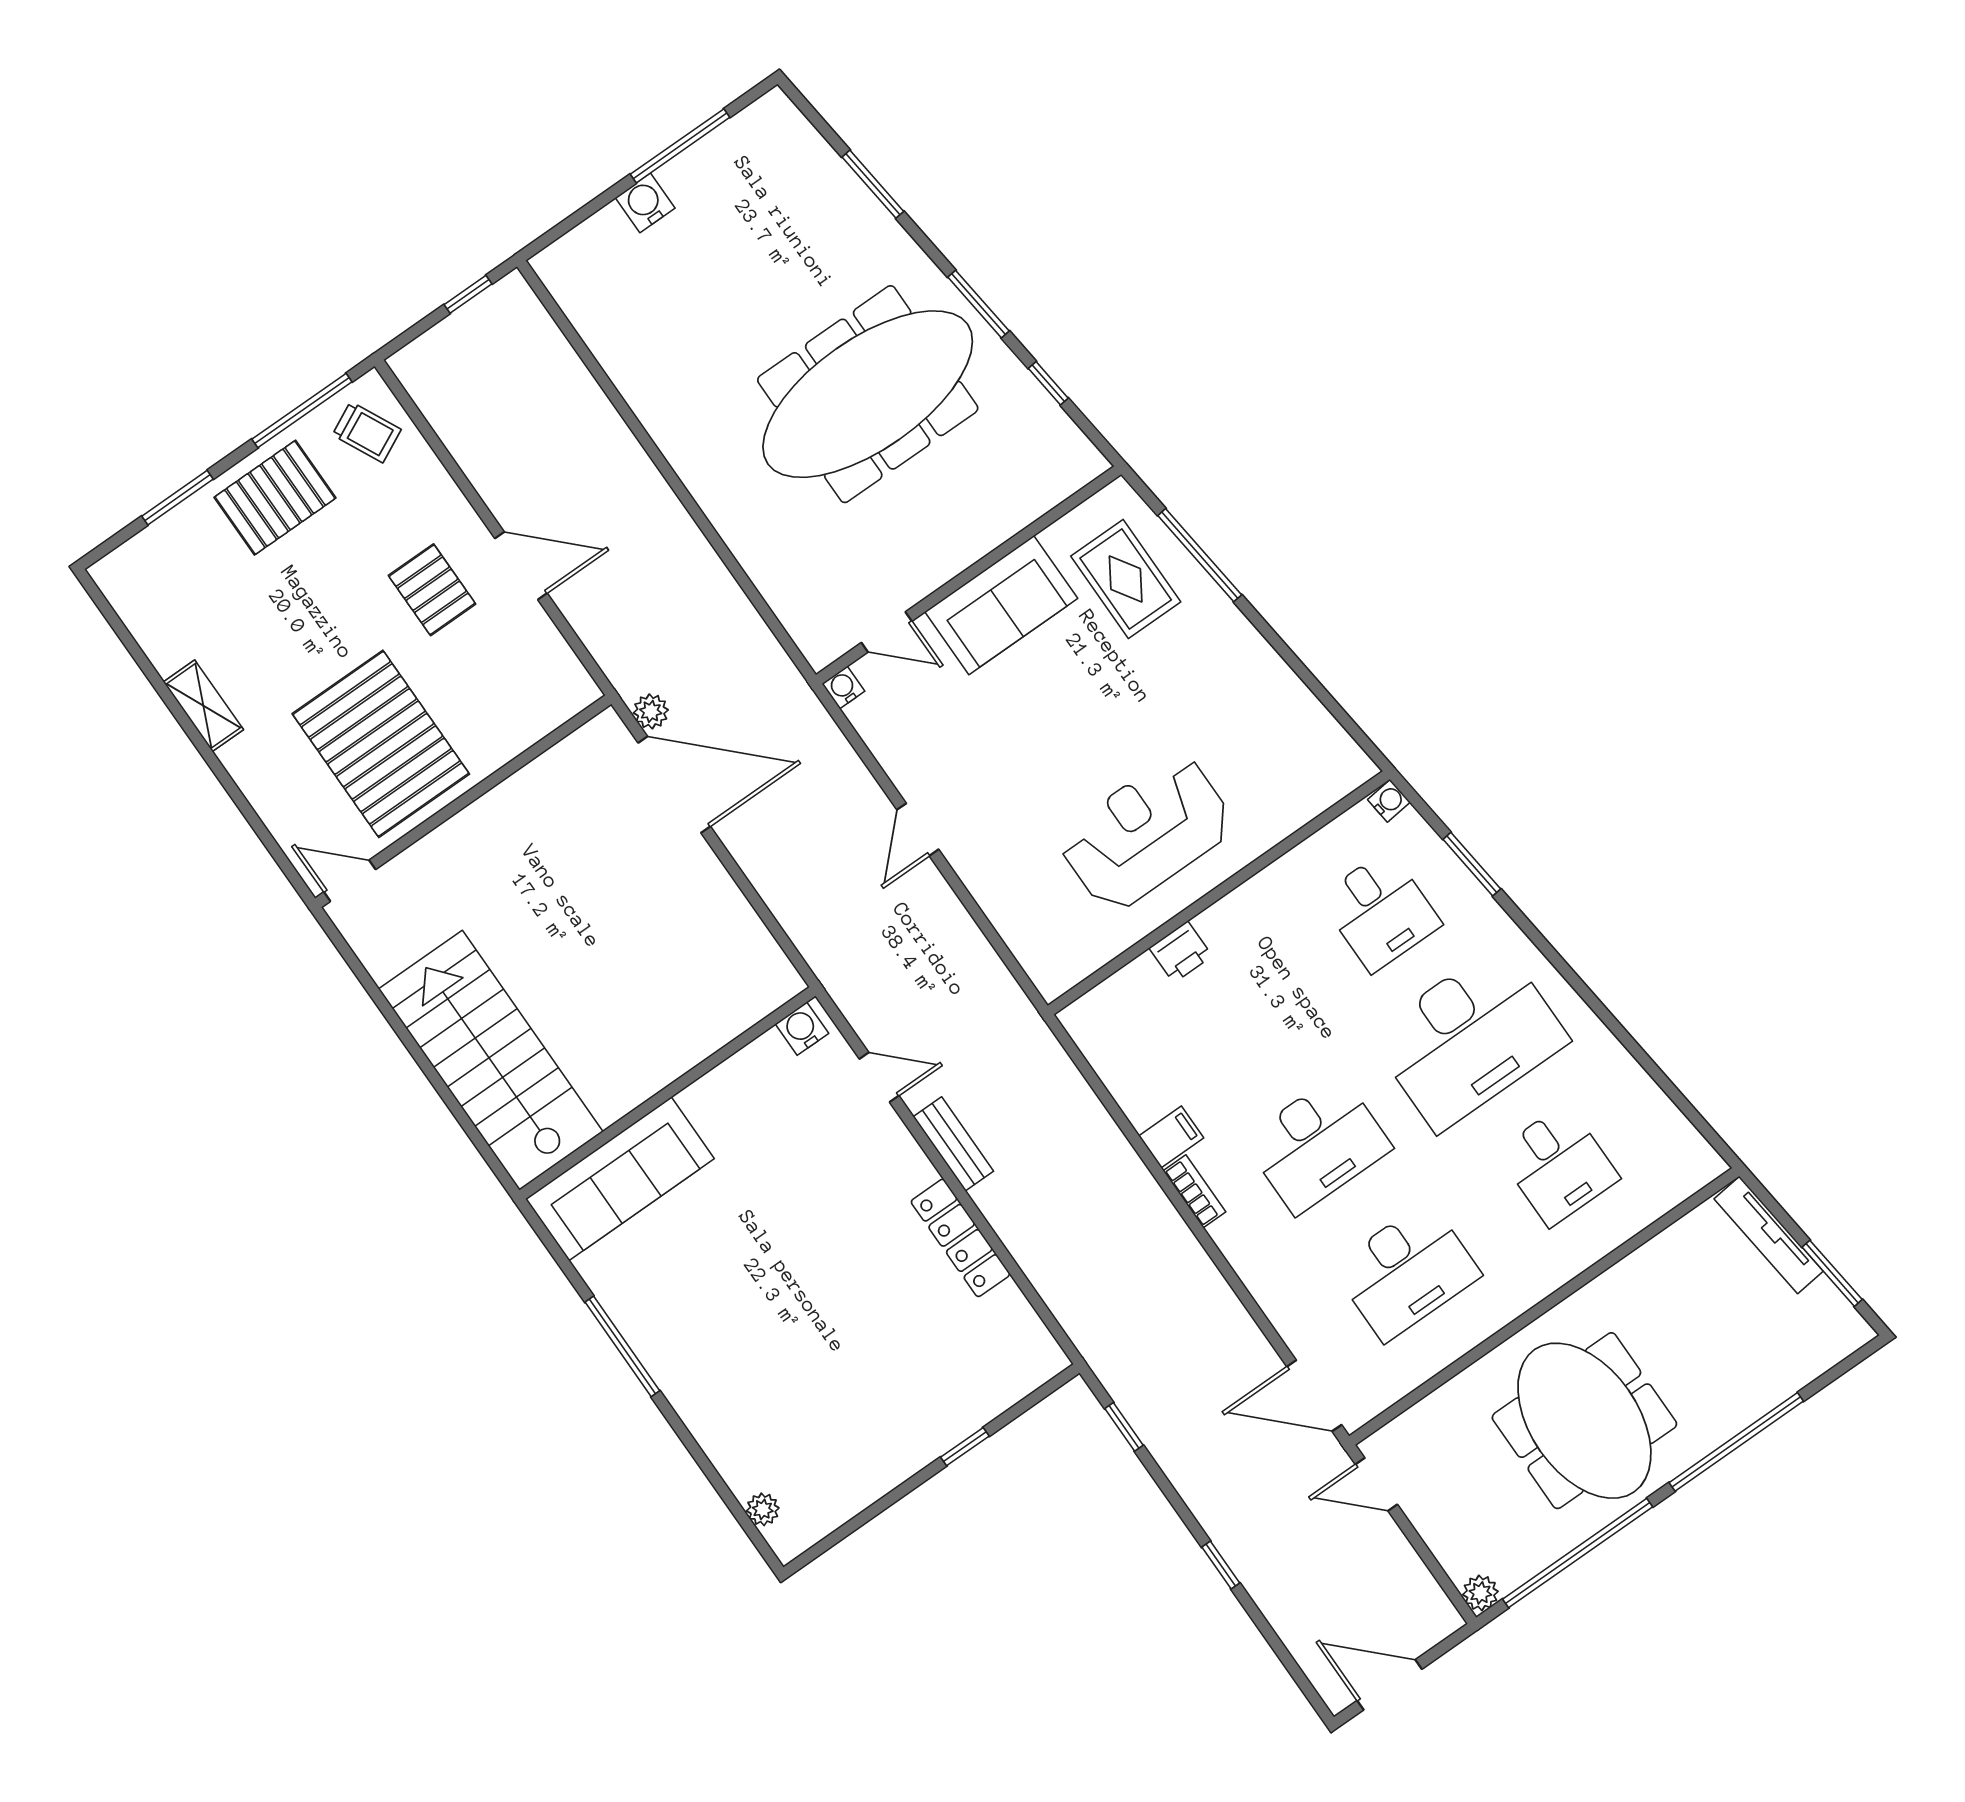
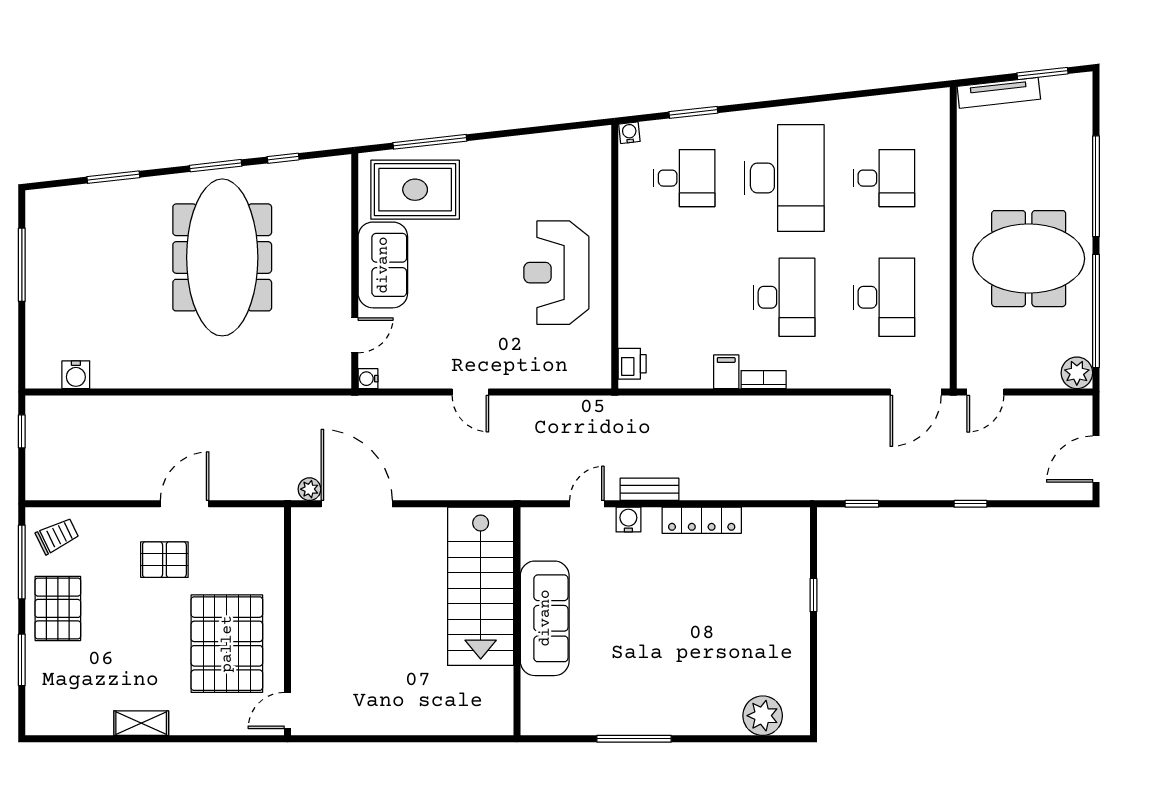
water cooler: (645, 203) -> (76, 375), moved, turned -90
rug: (1126, 579) -> (415, 190), width x1.36, depth x1.43
pallet: (381, 744) -> (227, 644), turned 90
door: (674, 785) -> (357, 504), hinge flipped
printer: (1181, 952) -> (632, 364), moved
water cooler: (802, 1029) -> (628, 520), moved, turned 90
stairs: (491, 1060) -> (481, 586), moved, turned -90
sofa: (620, 1179) -> (545, 618), moved
plant: (763, 1509) -> (763, 716), width x1.87, depth x1.87
plant: (1480, 1593) -> (1077, 373), width x1.38, depth x1.38

